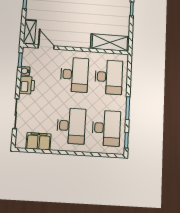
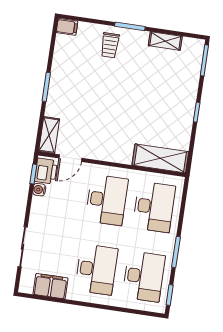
door: (46, 47) -> (70, 158), swing flipped
printer: (27, 85) -> (46, 171), moved

